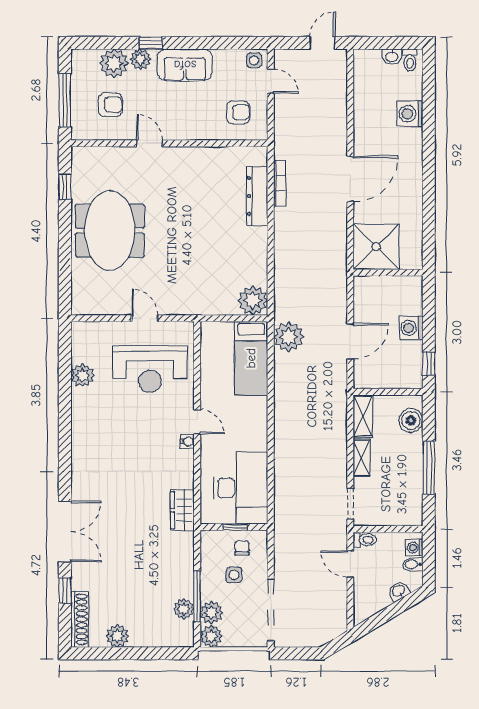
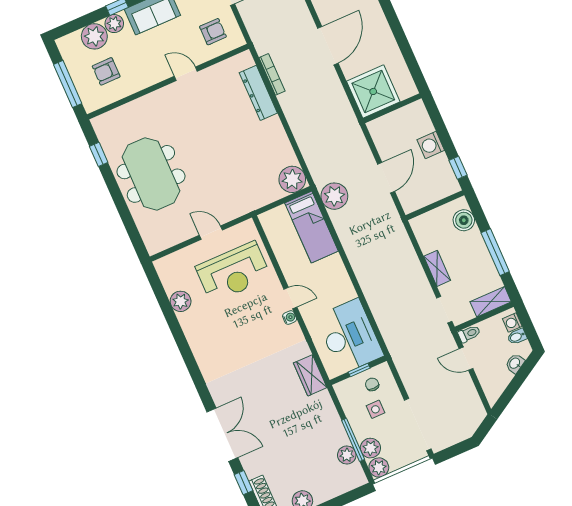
armchair: (110, 105) -> (106, 71), turned 180
door: (149, 143) -> (186, 74), moved
shelving: (363, 416) -> (491, 302), moved, turned 90

